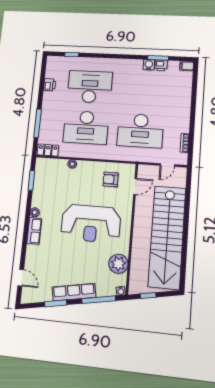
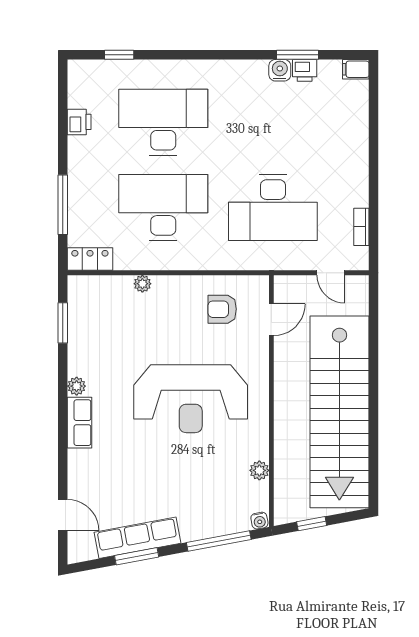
desk: (86, 127) -> (163, 208), turned 180
door: (167, 165) -> (331, 273), hinge flipped
plant: (118, 264) -> (259, 470), width x0.53, depth x0.53
row of seats: (74, 292) -> (137, 538), moved

